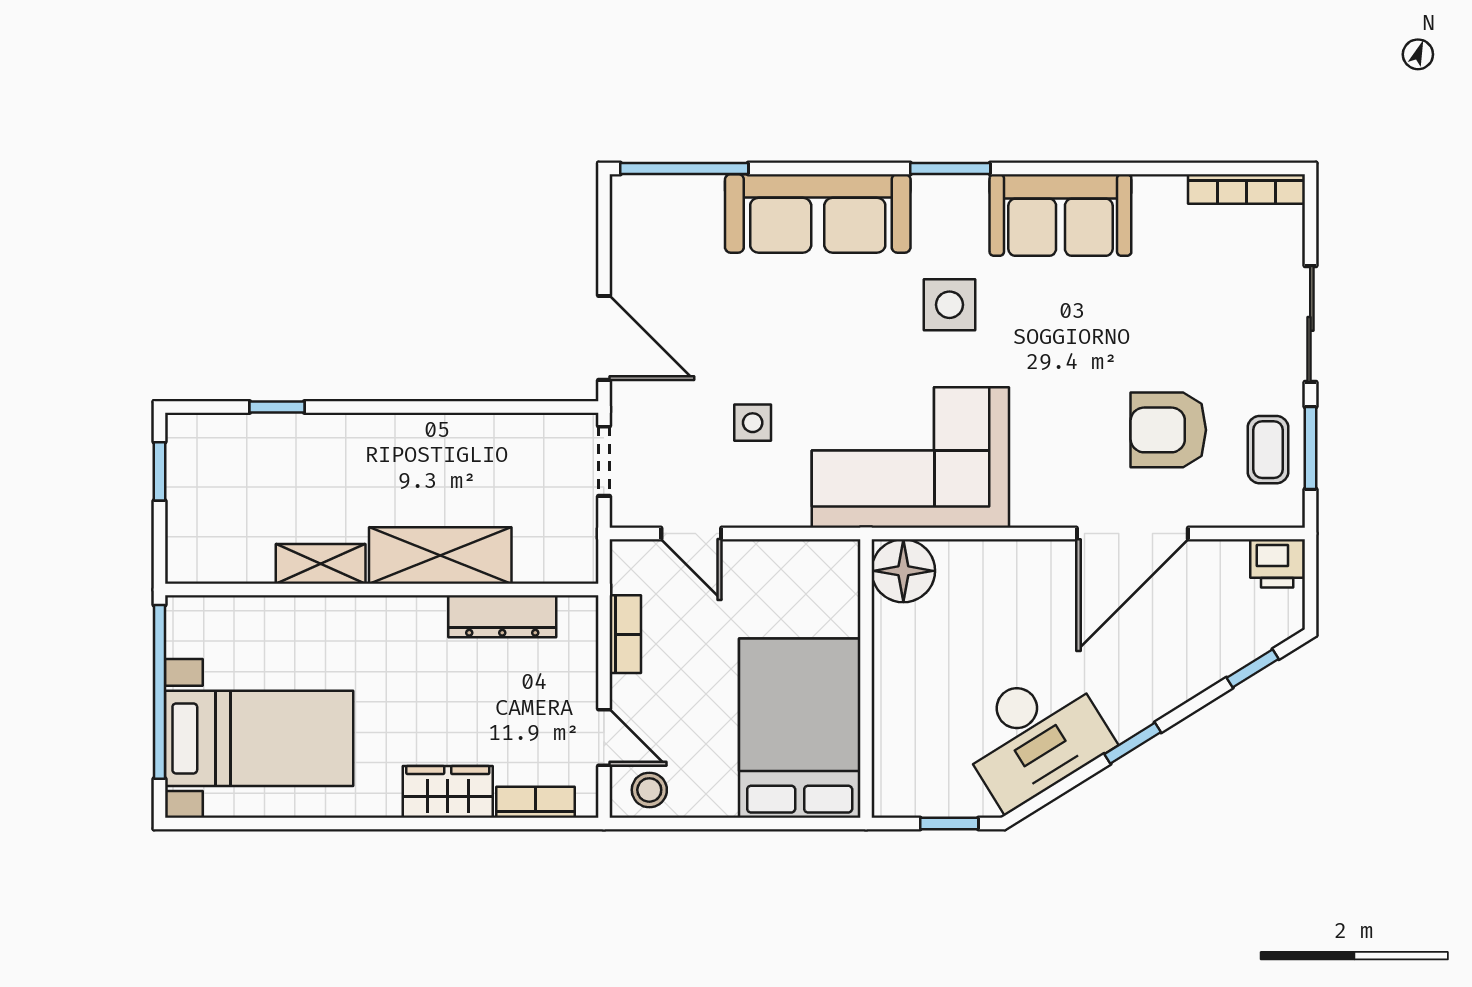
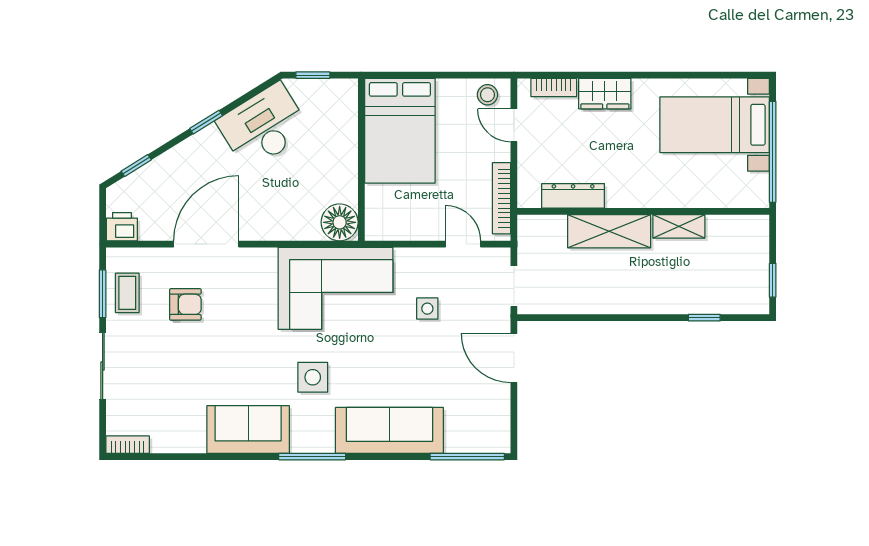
window: (950, 168) -> (312, 457), width x1.44
bookcase: (1246, 189) -> (128, 445), width x0.64
armchair: (1168, 430) -> (185, 304), width x0.72, depth x0.72
bookcase: (625, 634) -> (502, 198), width x1.56

